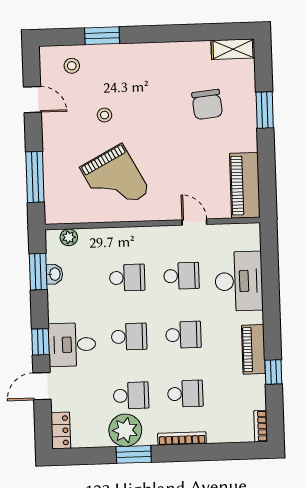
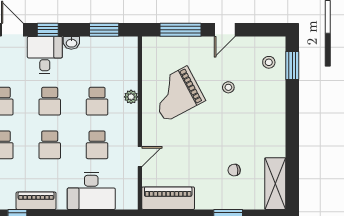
window: (102, 36) -> (292, 65), moved
shelving: (233, 49) -> (275, 184), width x1.50, depth x1.33
door: (32, 100) -> (225, 30), moved
chair: (207, 104) -> (234, 170), width x0.54, depth x0.54
plant: (69, 237) -> (131, 97), moved
washbasin: (54, 274) -> (71, 43), moved

